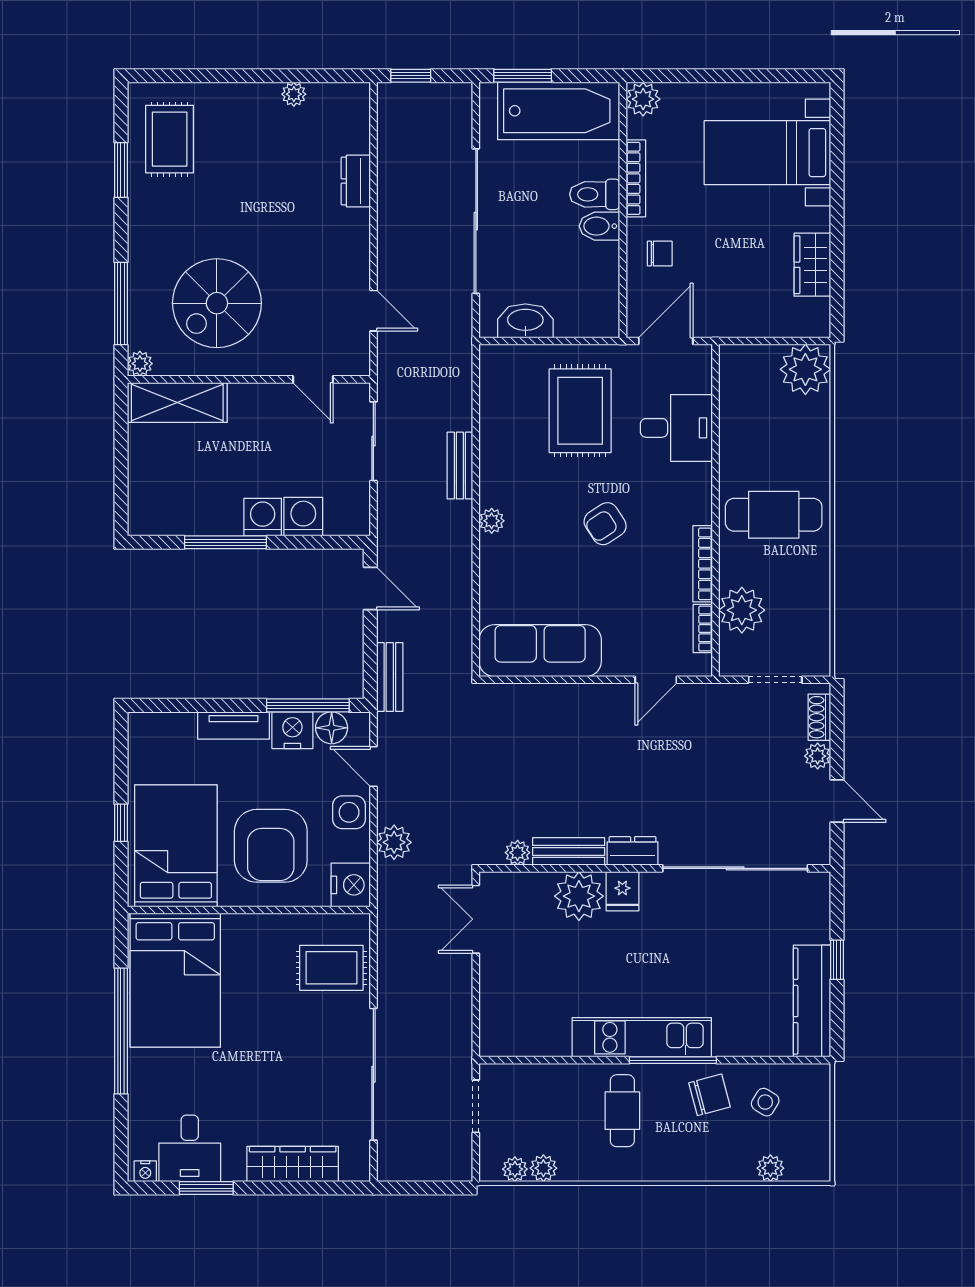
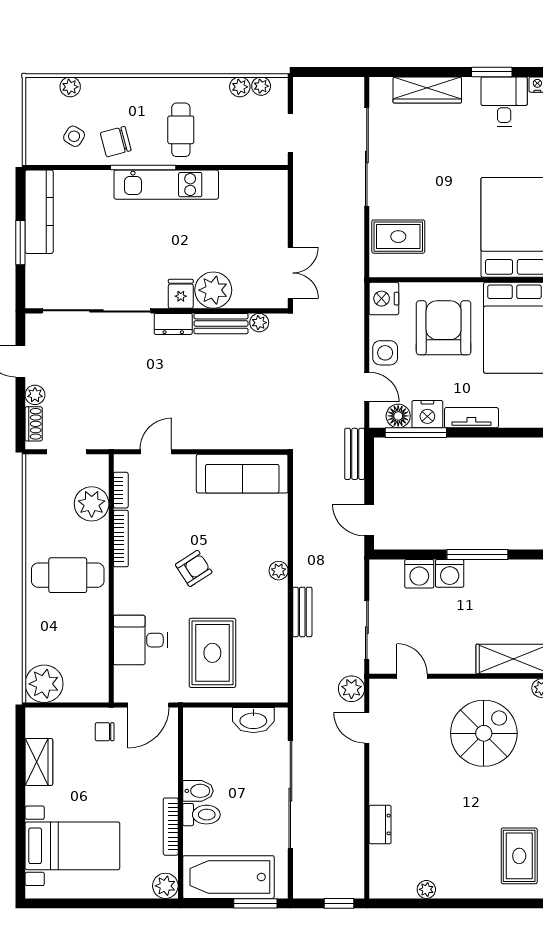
chair: (660, 254) -> (105, 732), moved
plant: (394, 842) -> (351, 689), moved
window: (837, 960) -> (20, 243), width x1.50

